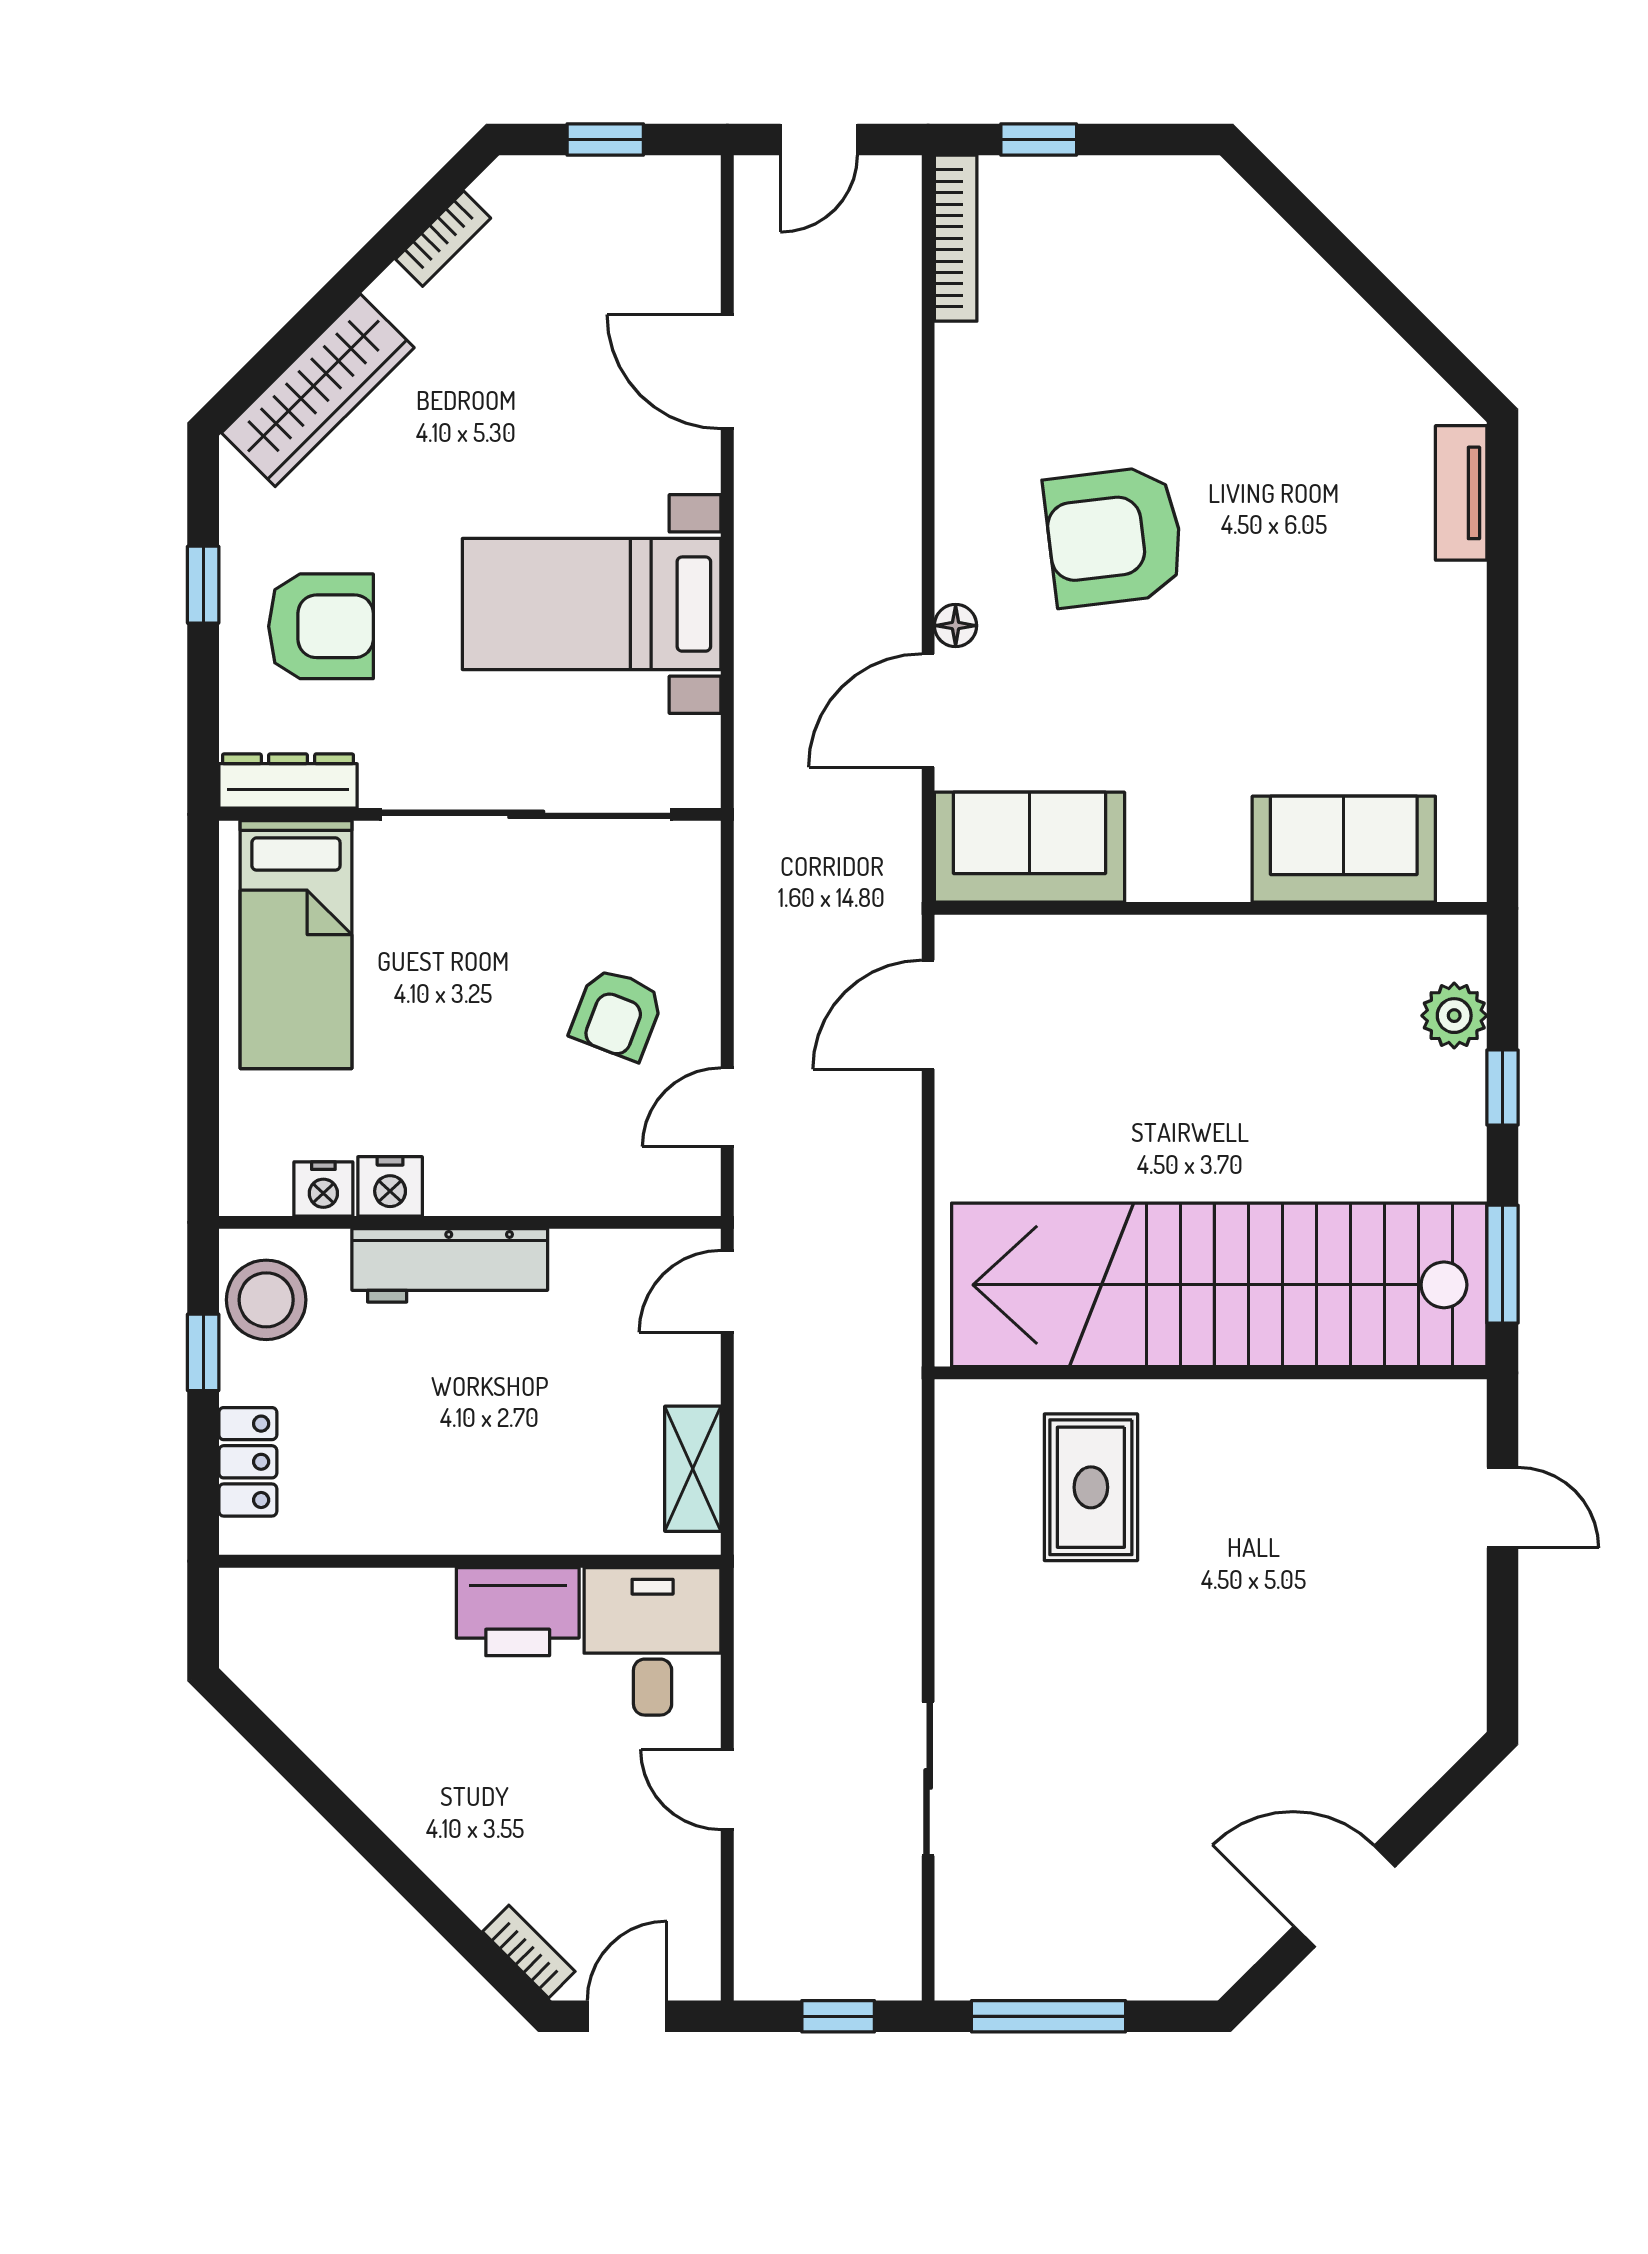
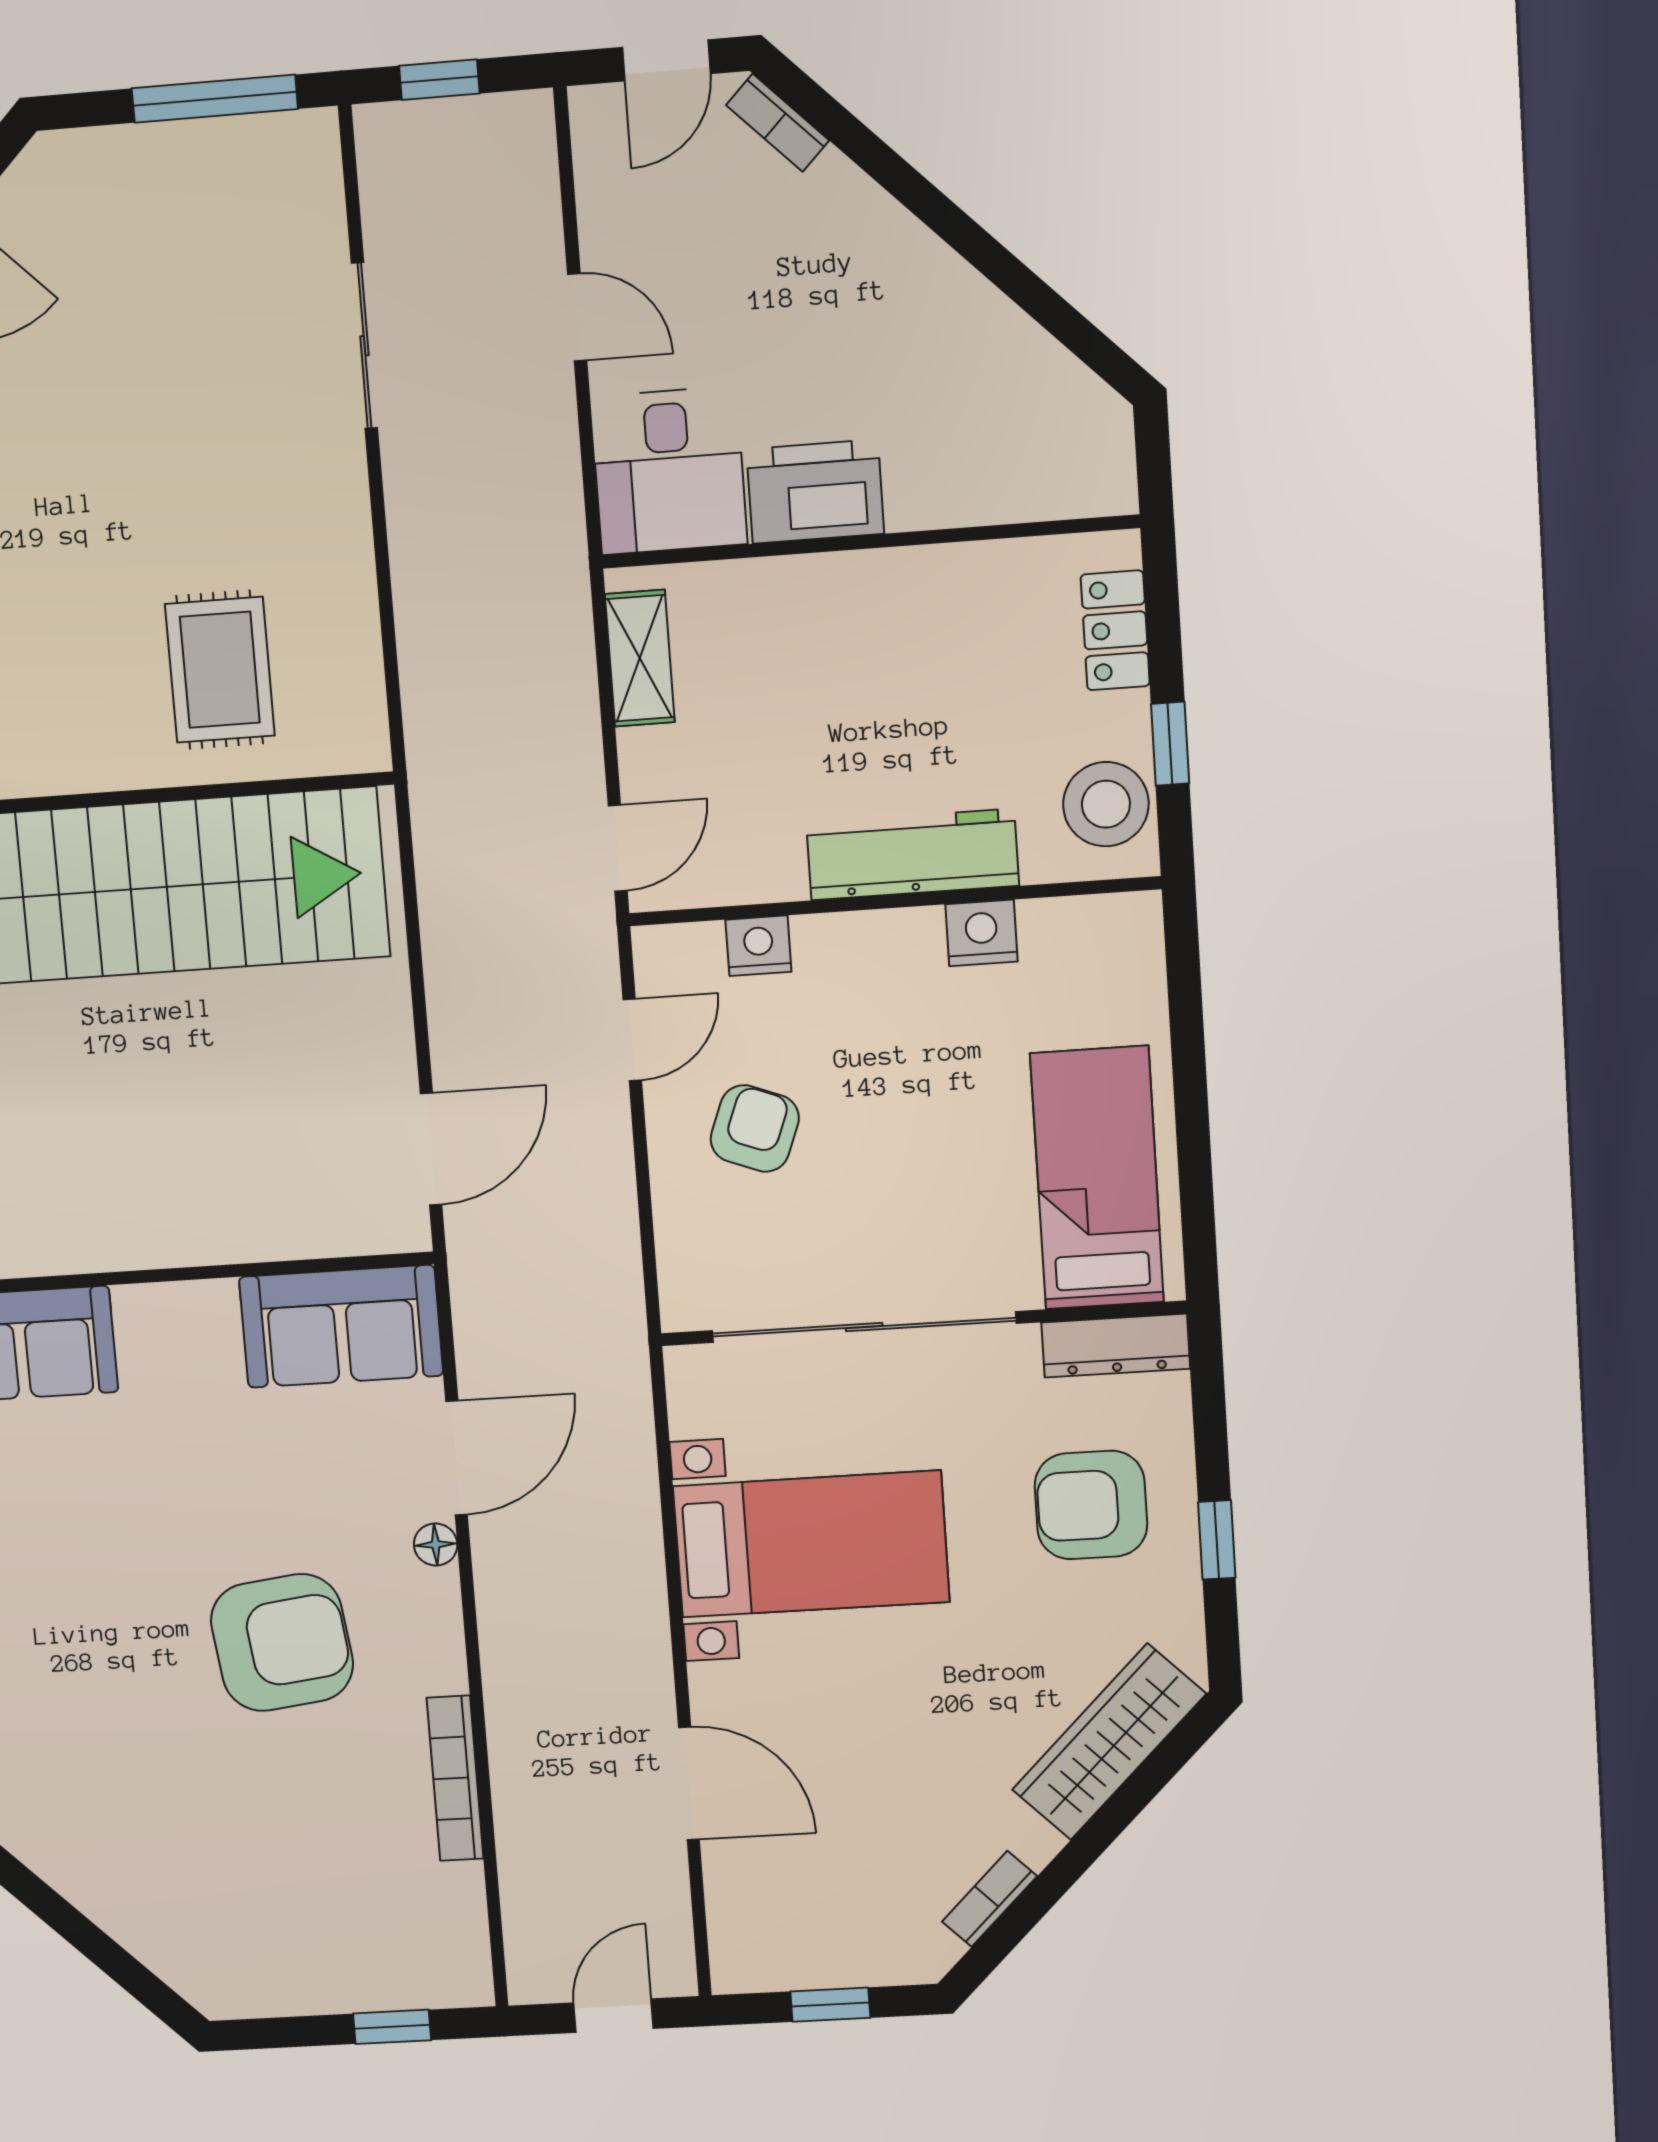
bookcase: (956, 238) -> (455, 1778), moved
nightstand: (323, 1189) -> (758, 946), moved

